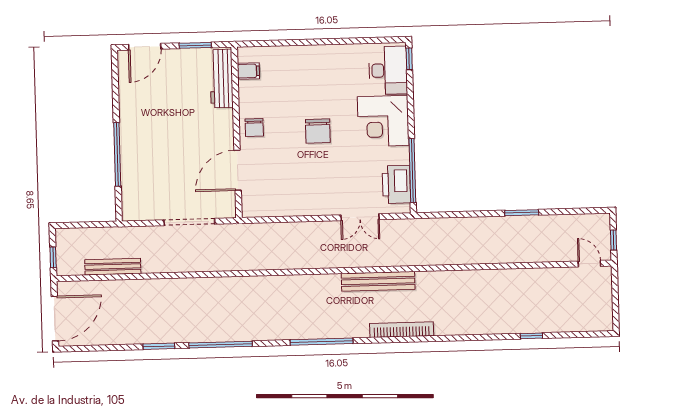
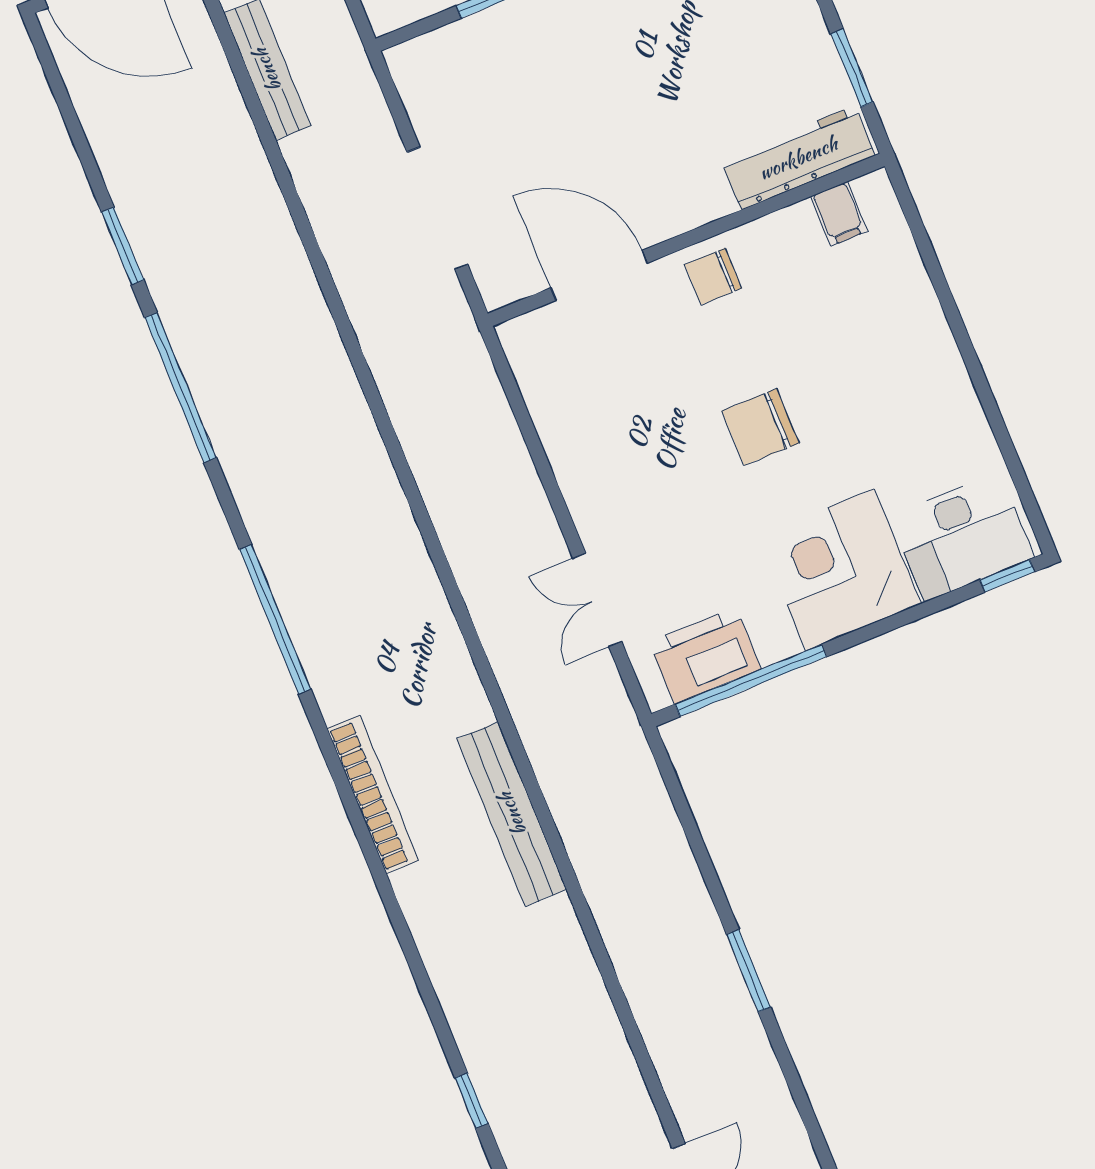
bench: (378, 281) -> (512, 814), moved

